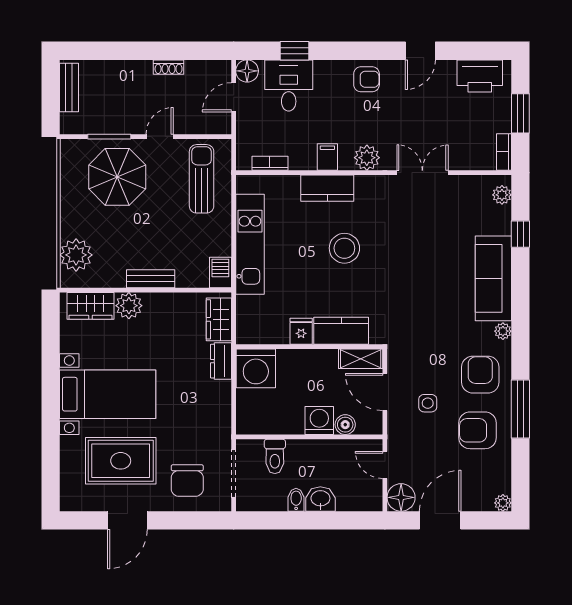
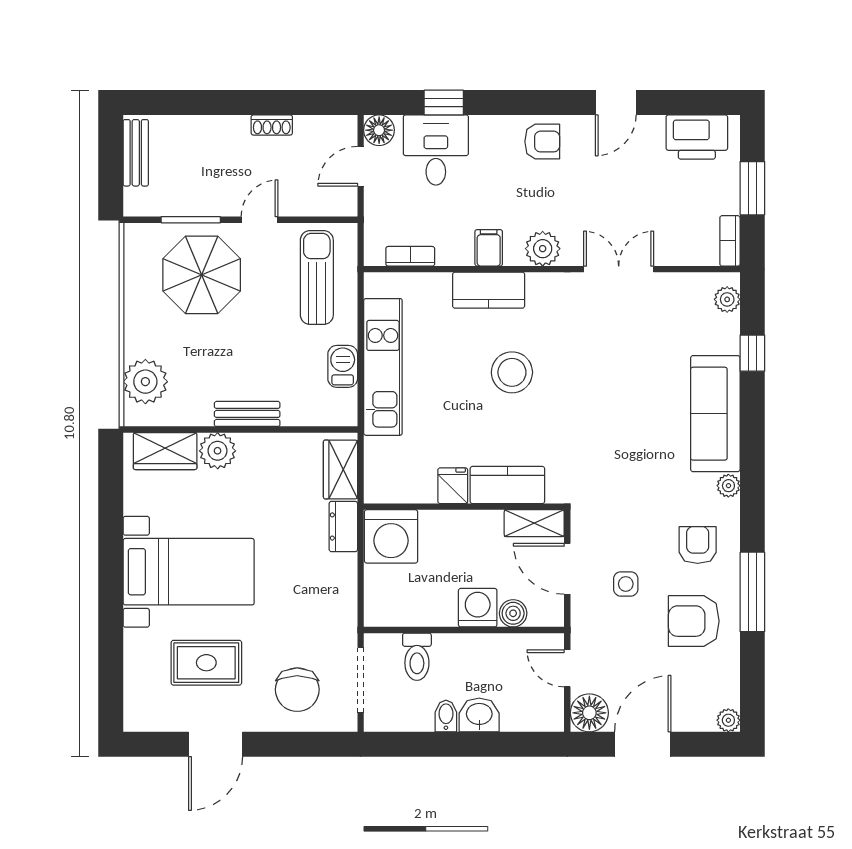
barbecue: (220, 273) -> (343, 366), moved
armchair: (480, 375) -> (698, 545), width x0.72, depth x0.72
rug: (121, 461) -> (206, 663), width x0.73, depth x0.70

